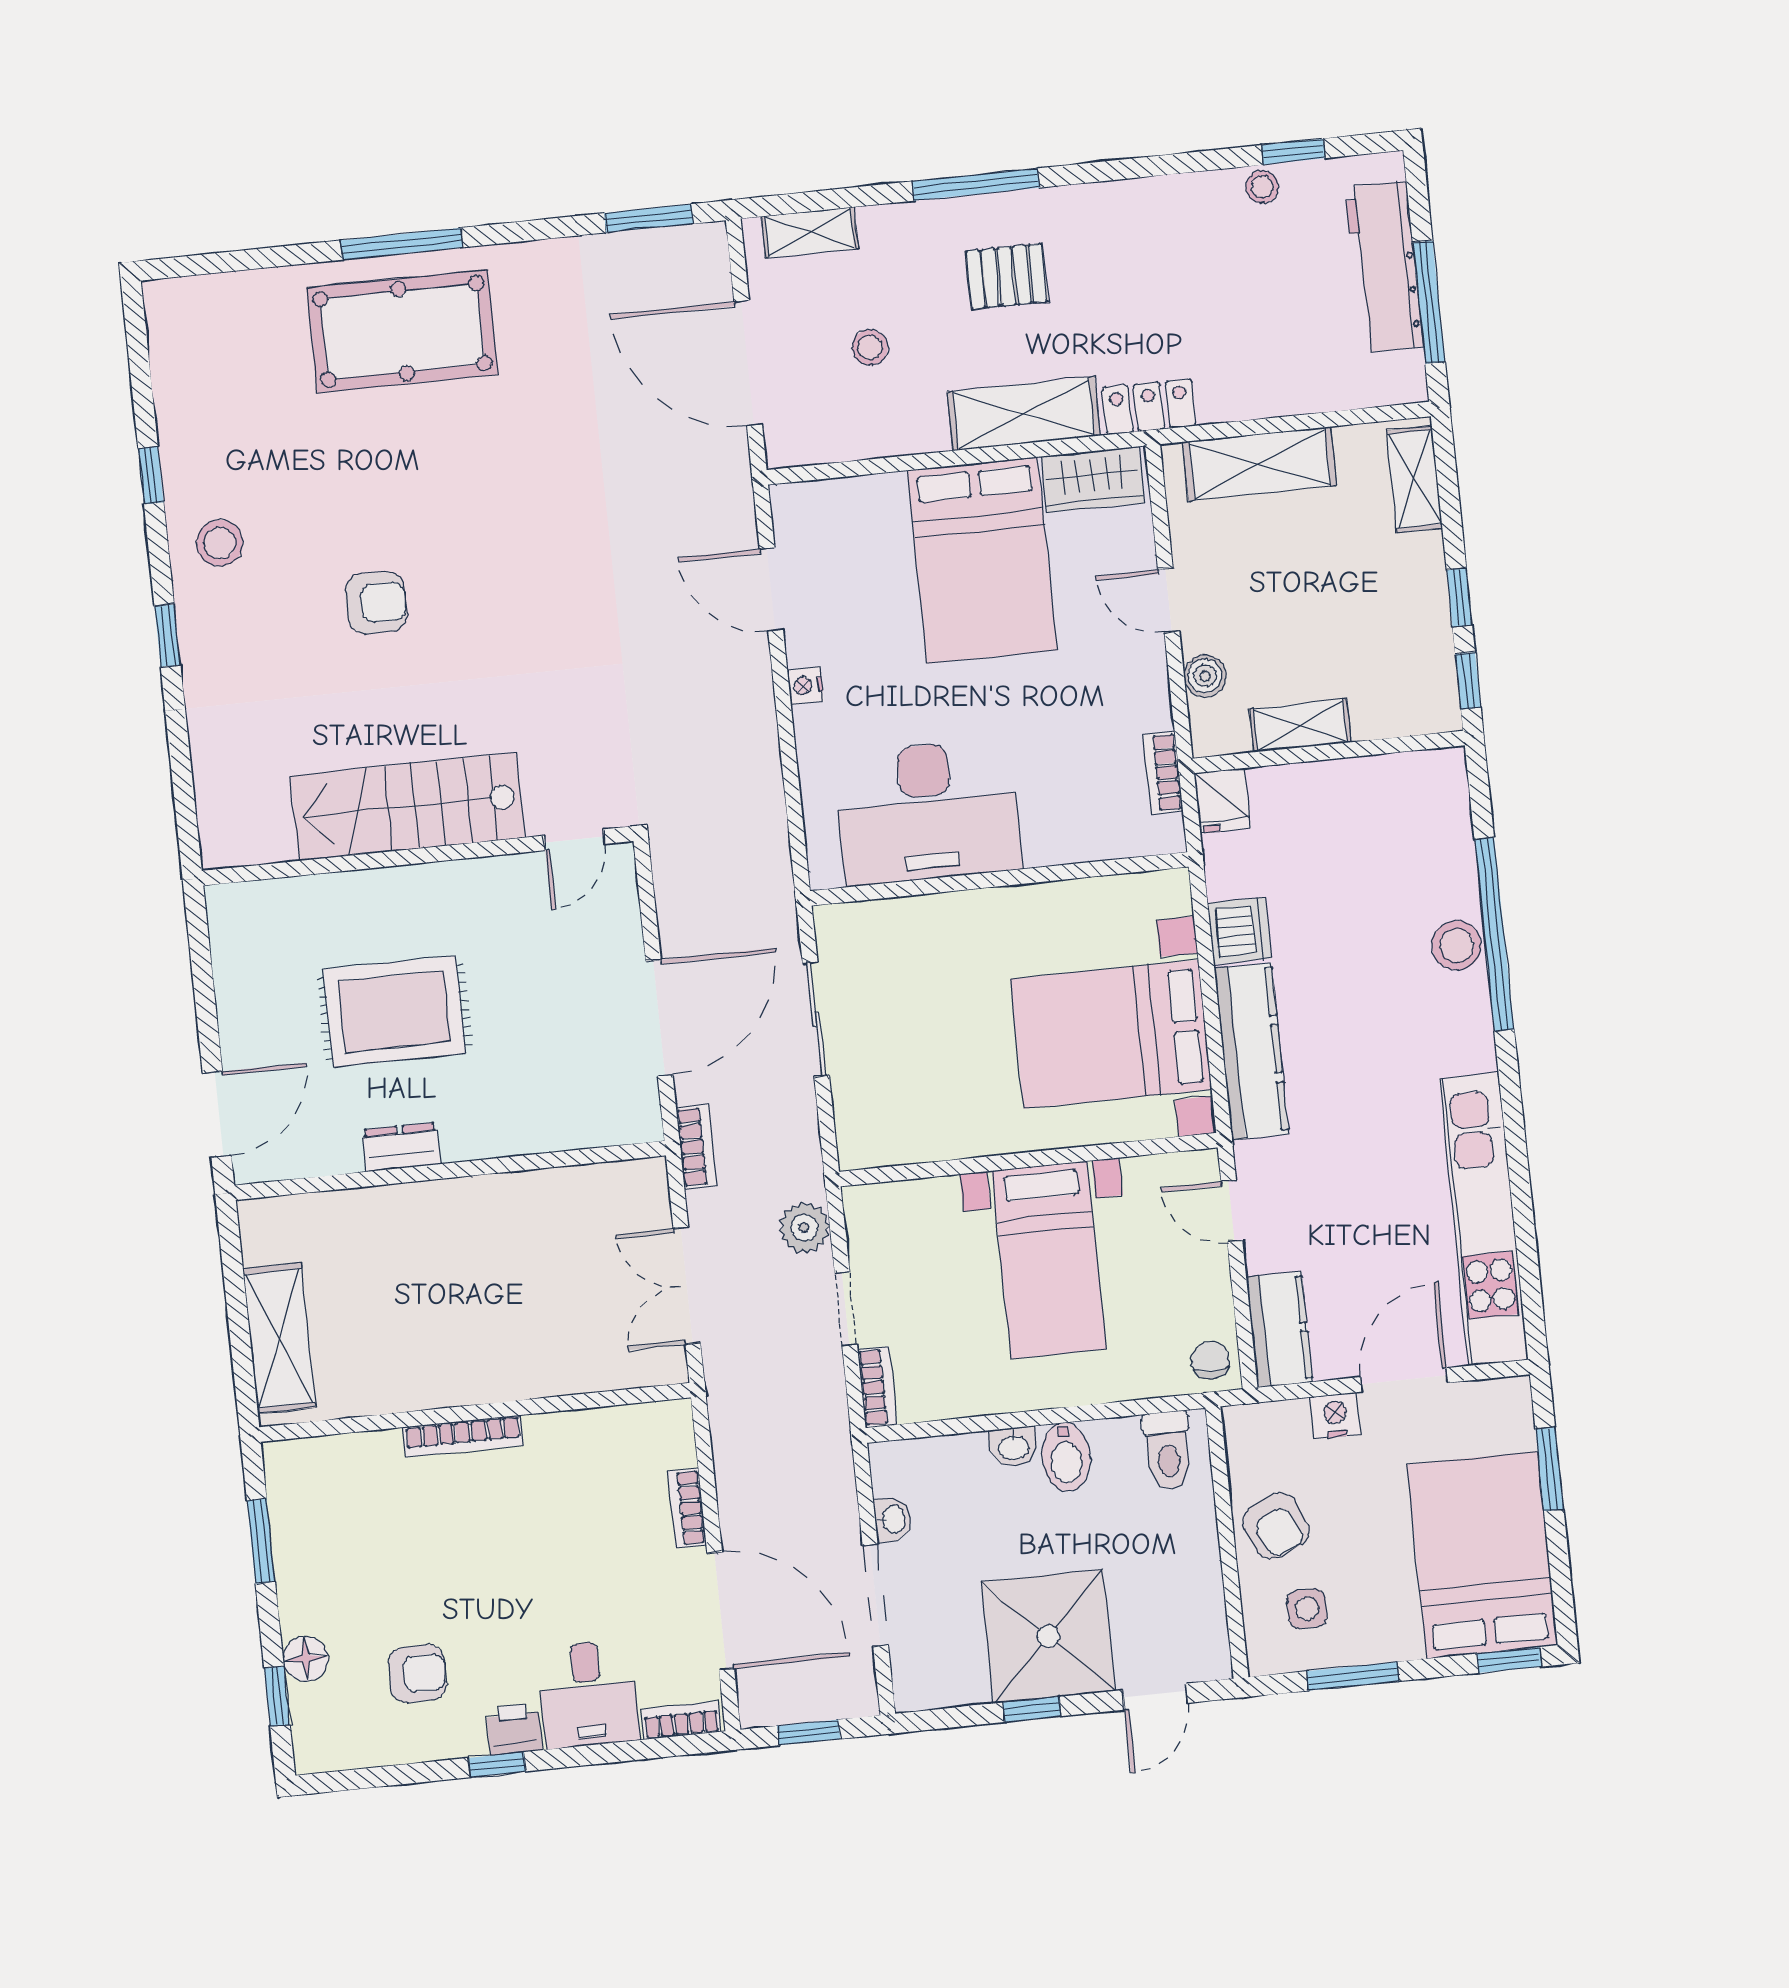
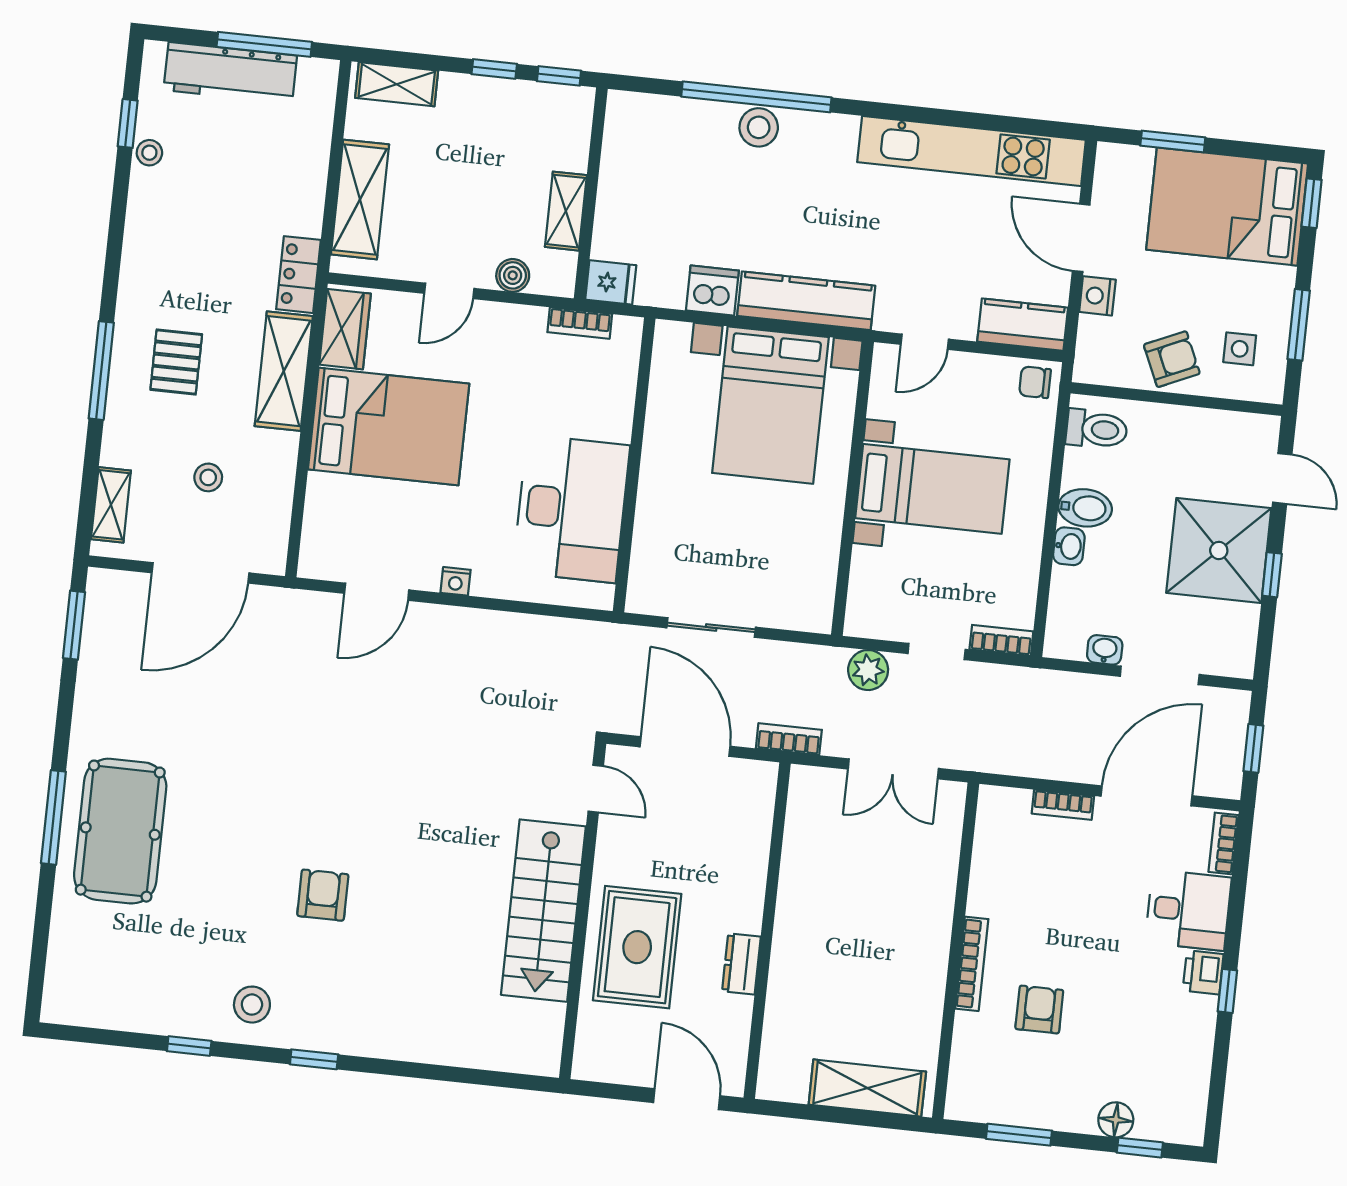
stairs: (407, 807) -> (543, 911), moved
door: (574, 840) -> (596, 789), moved
wall: (418, 856) -> (583, 911), moved
armchair: (417, 1674) -> (1039, 1009), moved

